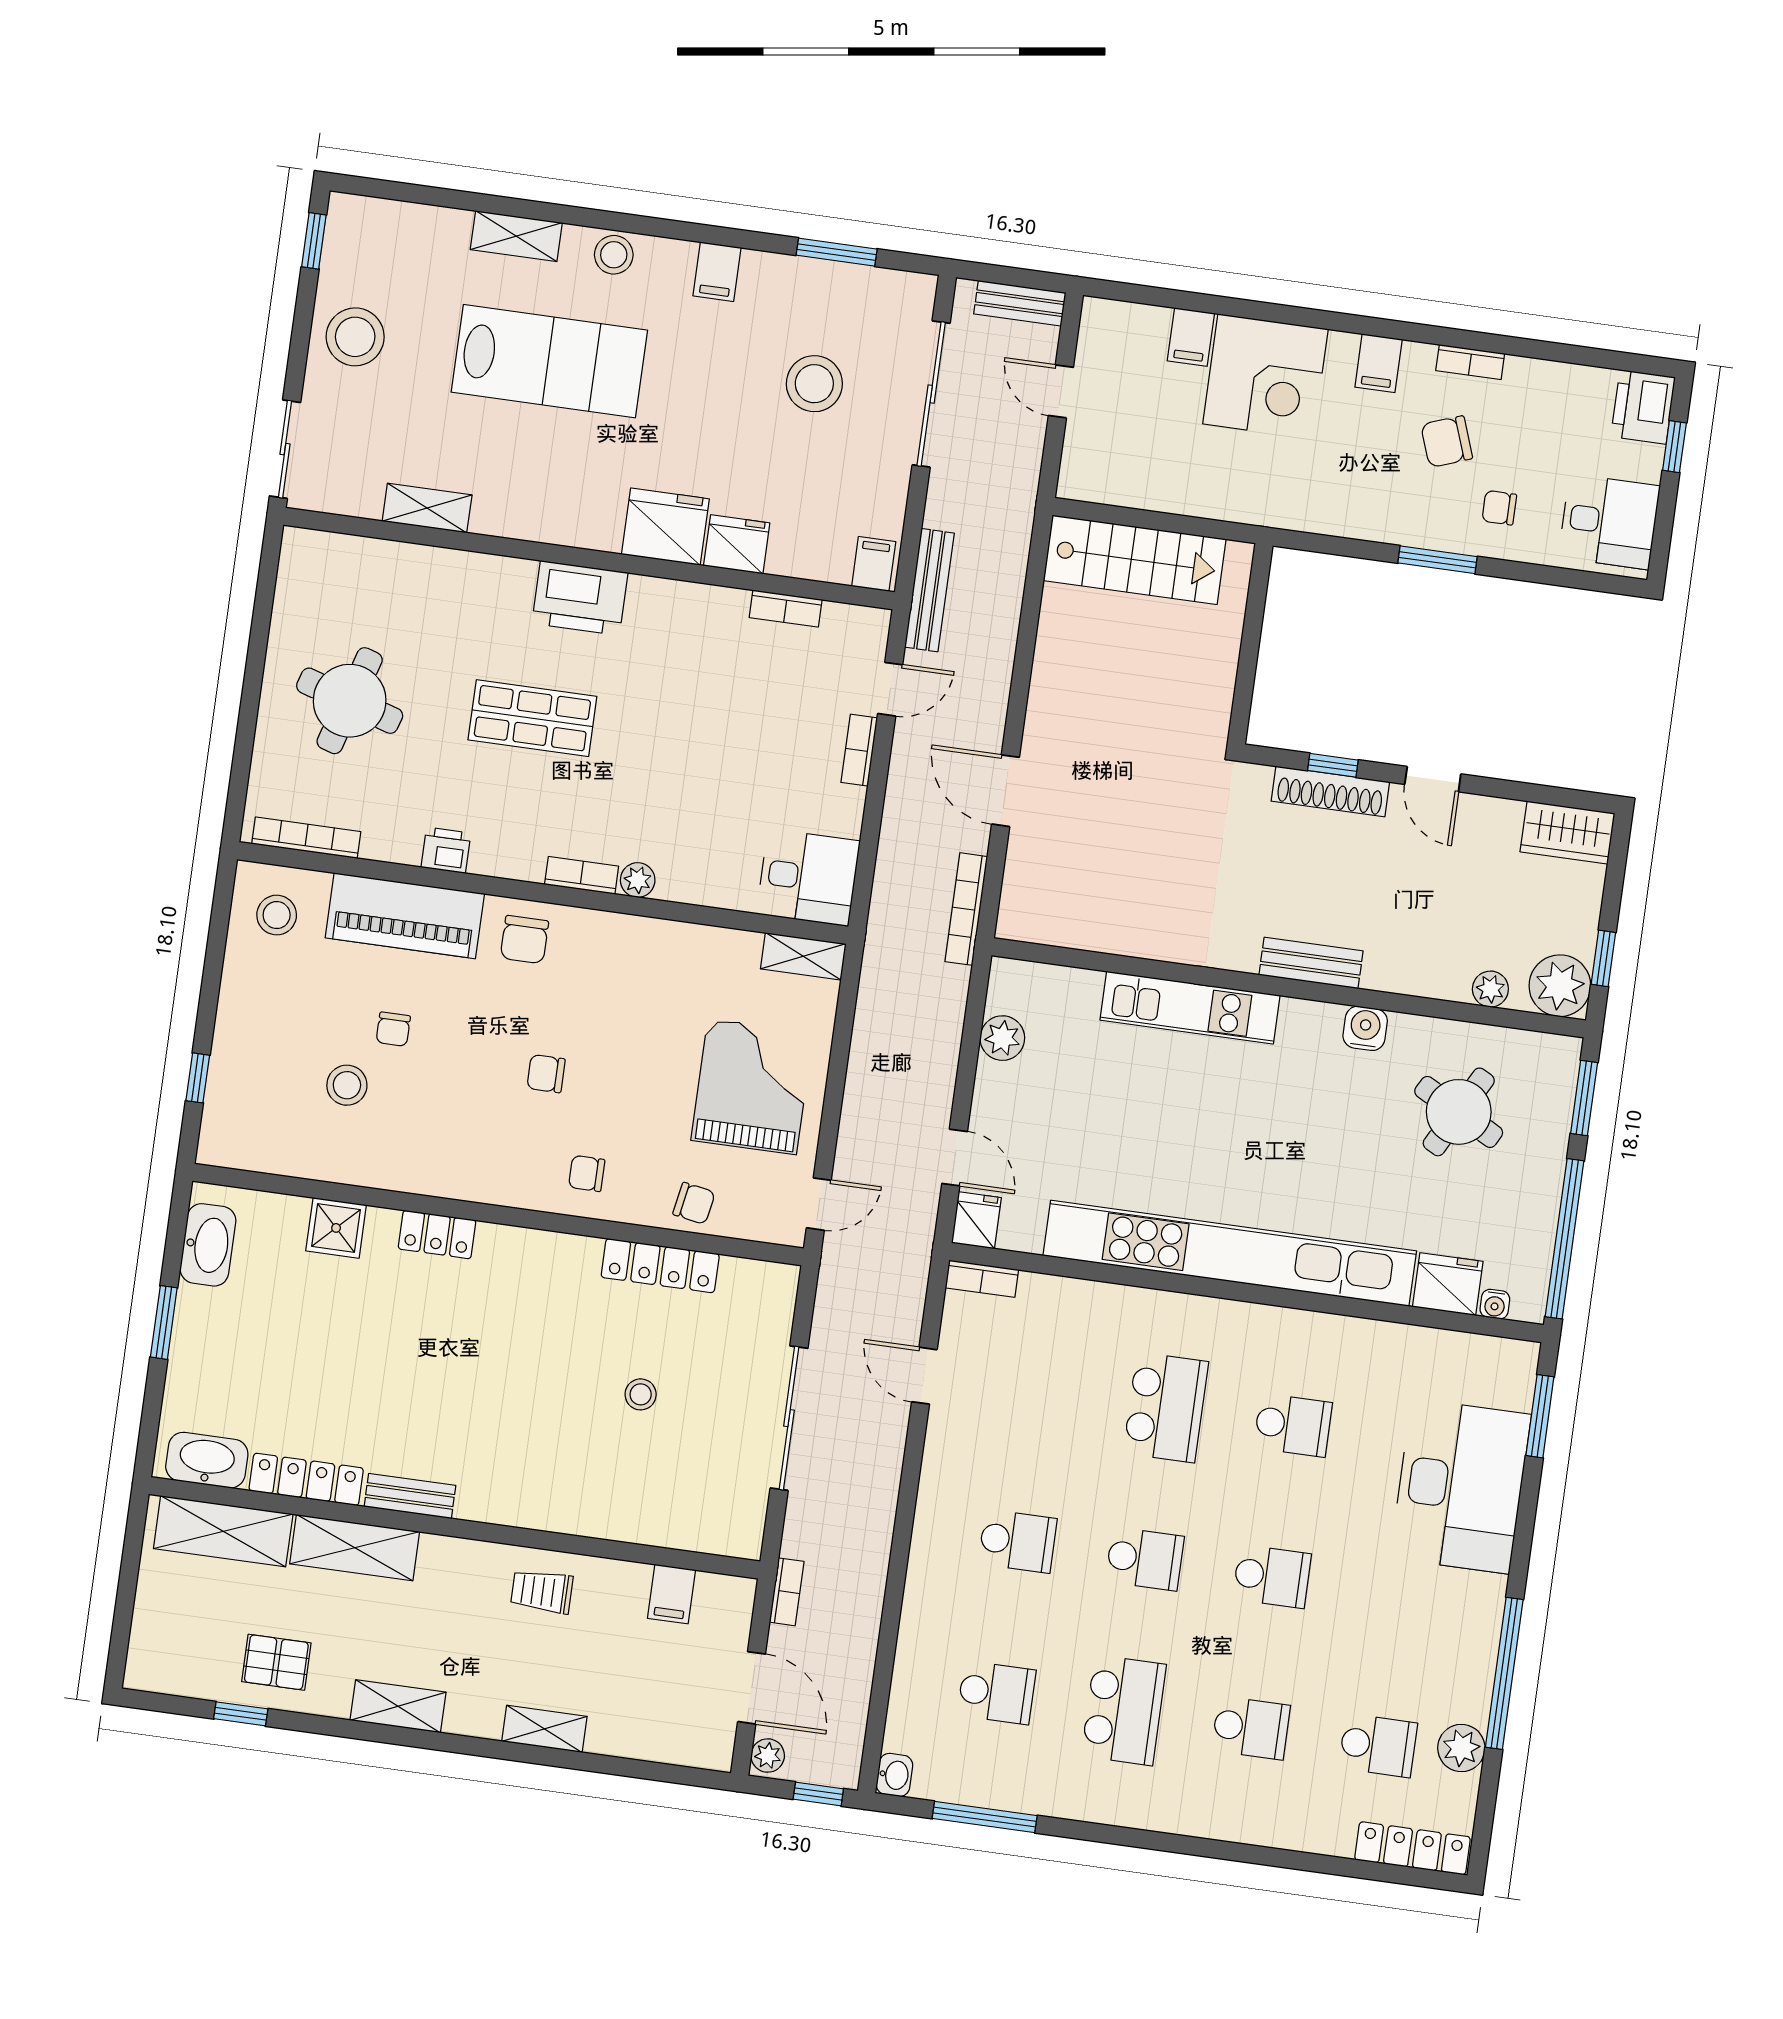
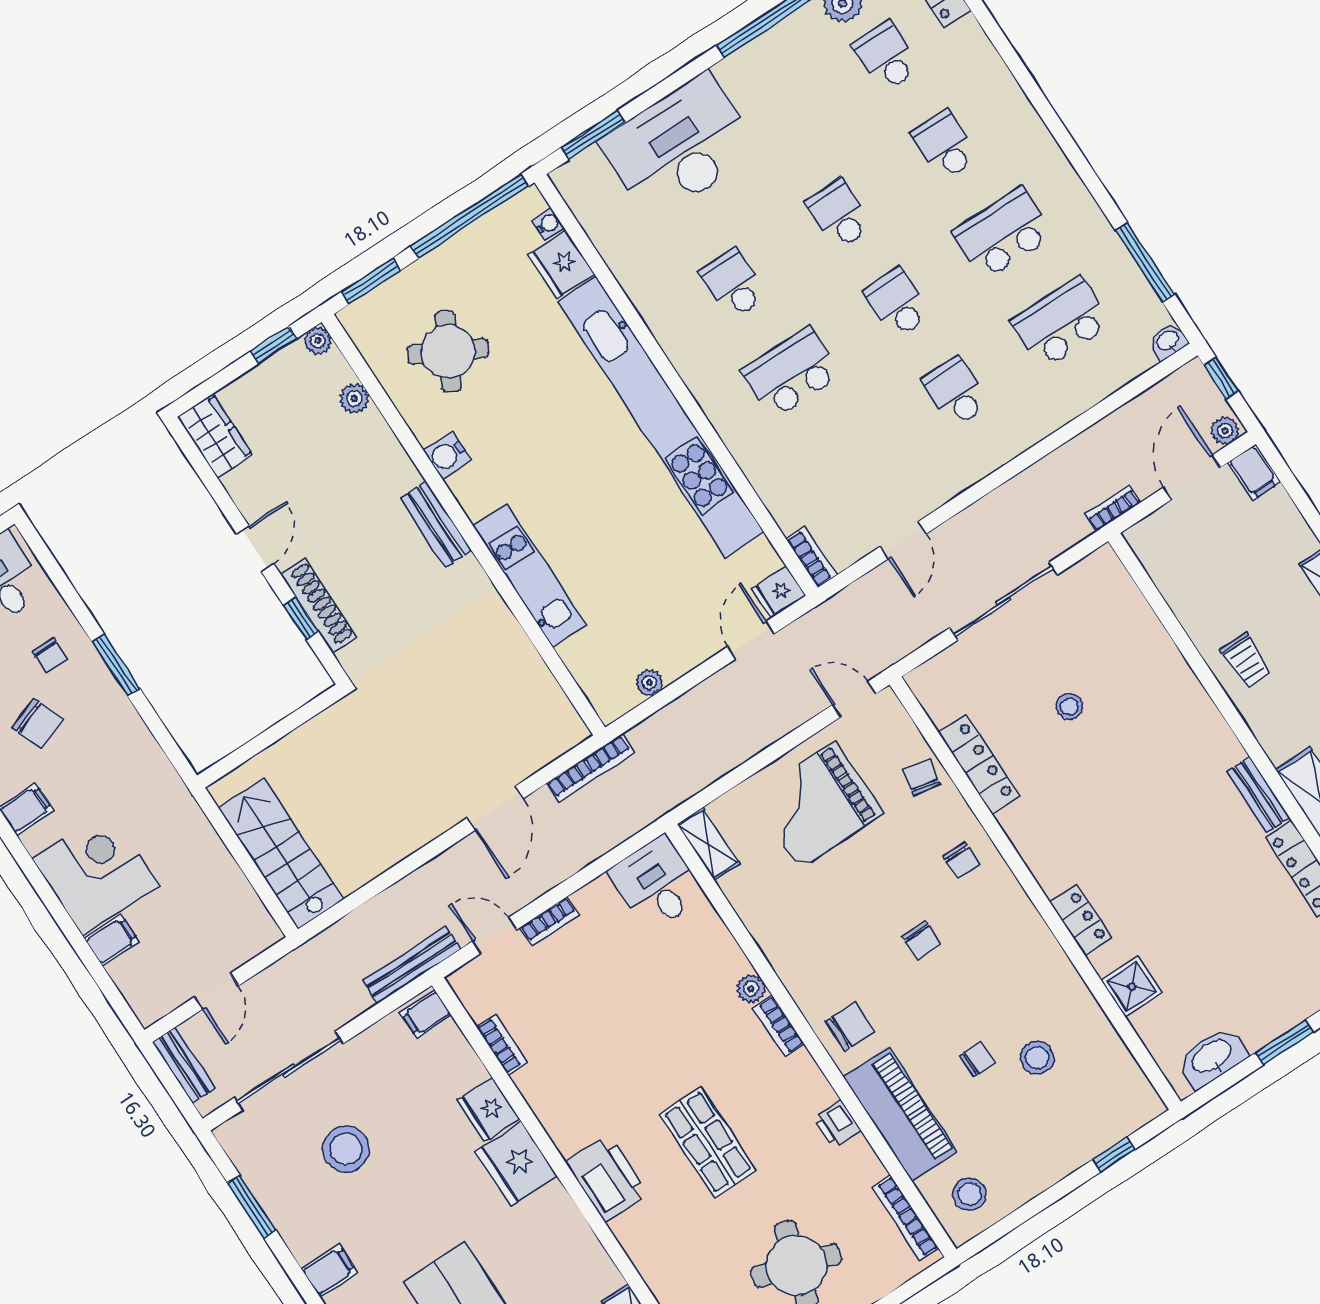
plant: (1560, 986) -> (318, 341), width x0.53, depth x0.53
plant: (1002, 1038) -> (649, 682), width x0.73, depth x0.73
filing cabinet: (672, 1594) -> (1254, 472), moved, turned 90
school desk: (997, 1693) -> (1061, 323), width x1.85

